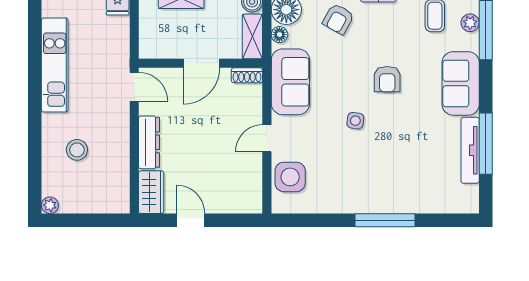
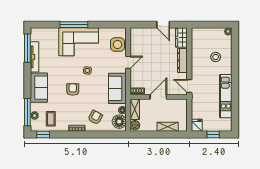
window: (486, 144) -> (27, 48), moved
corner sofa: (375, 183) -> (79, 42), added

